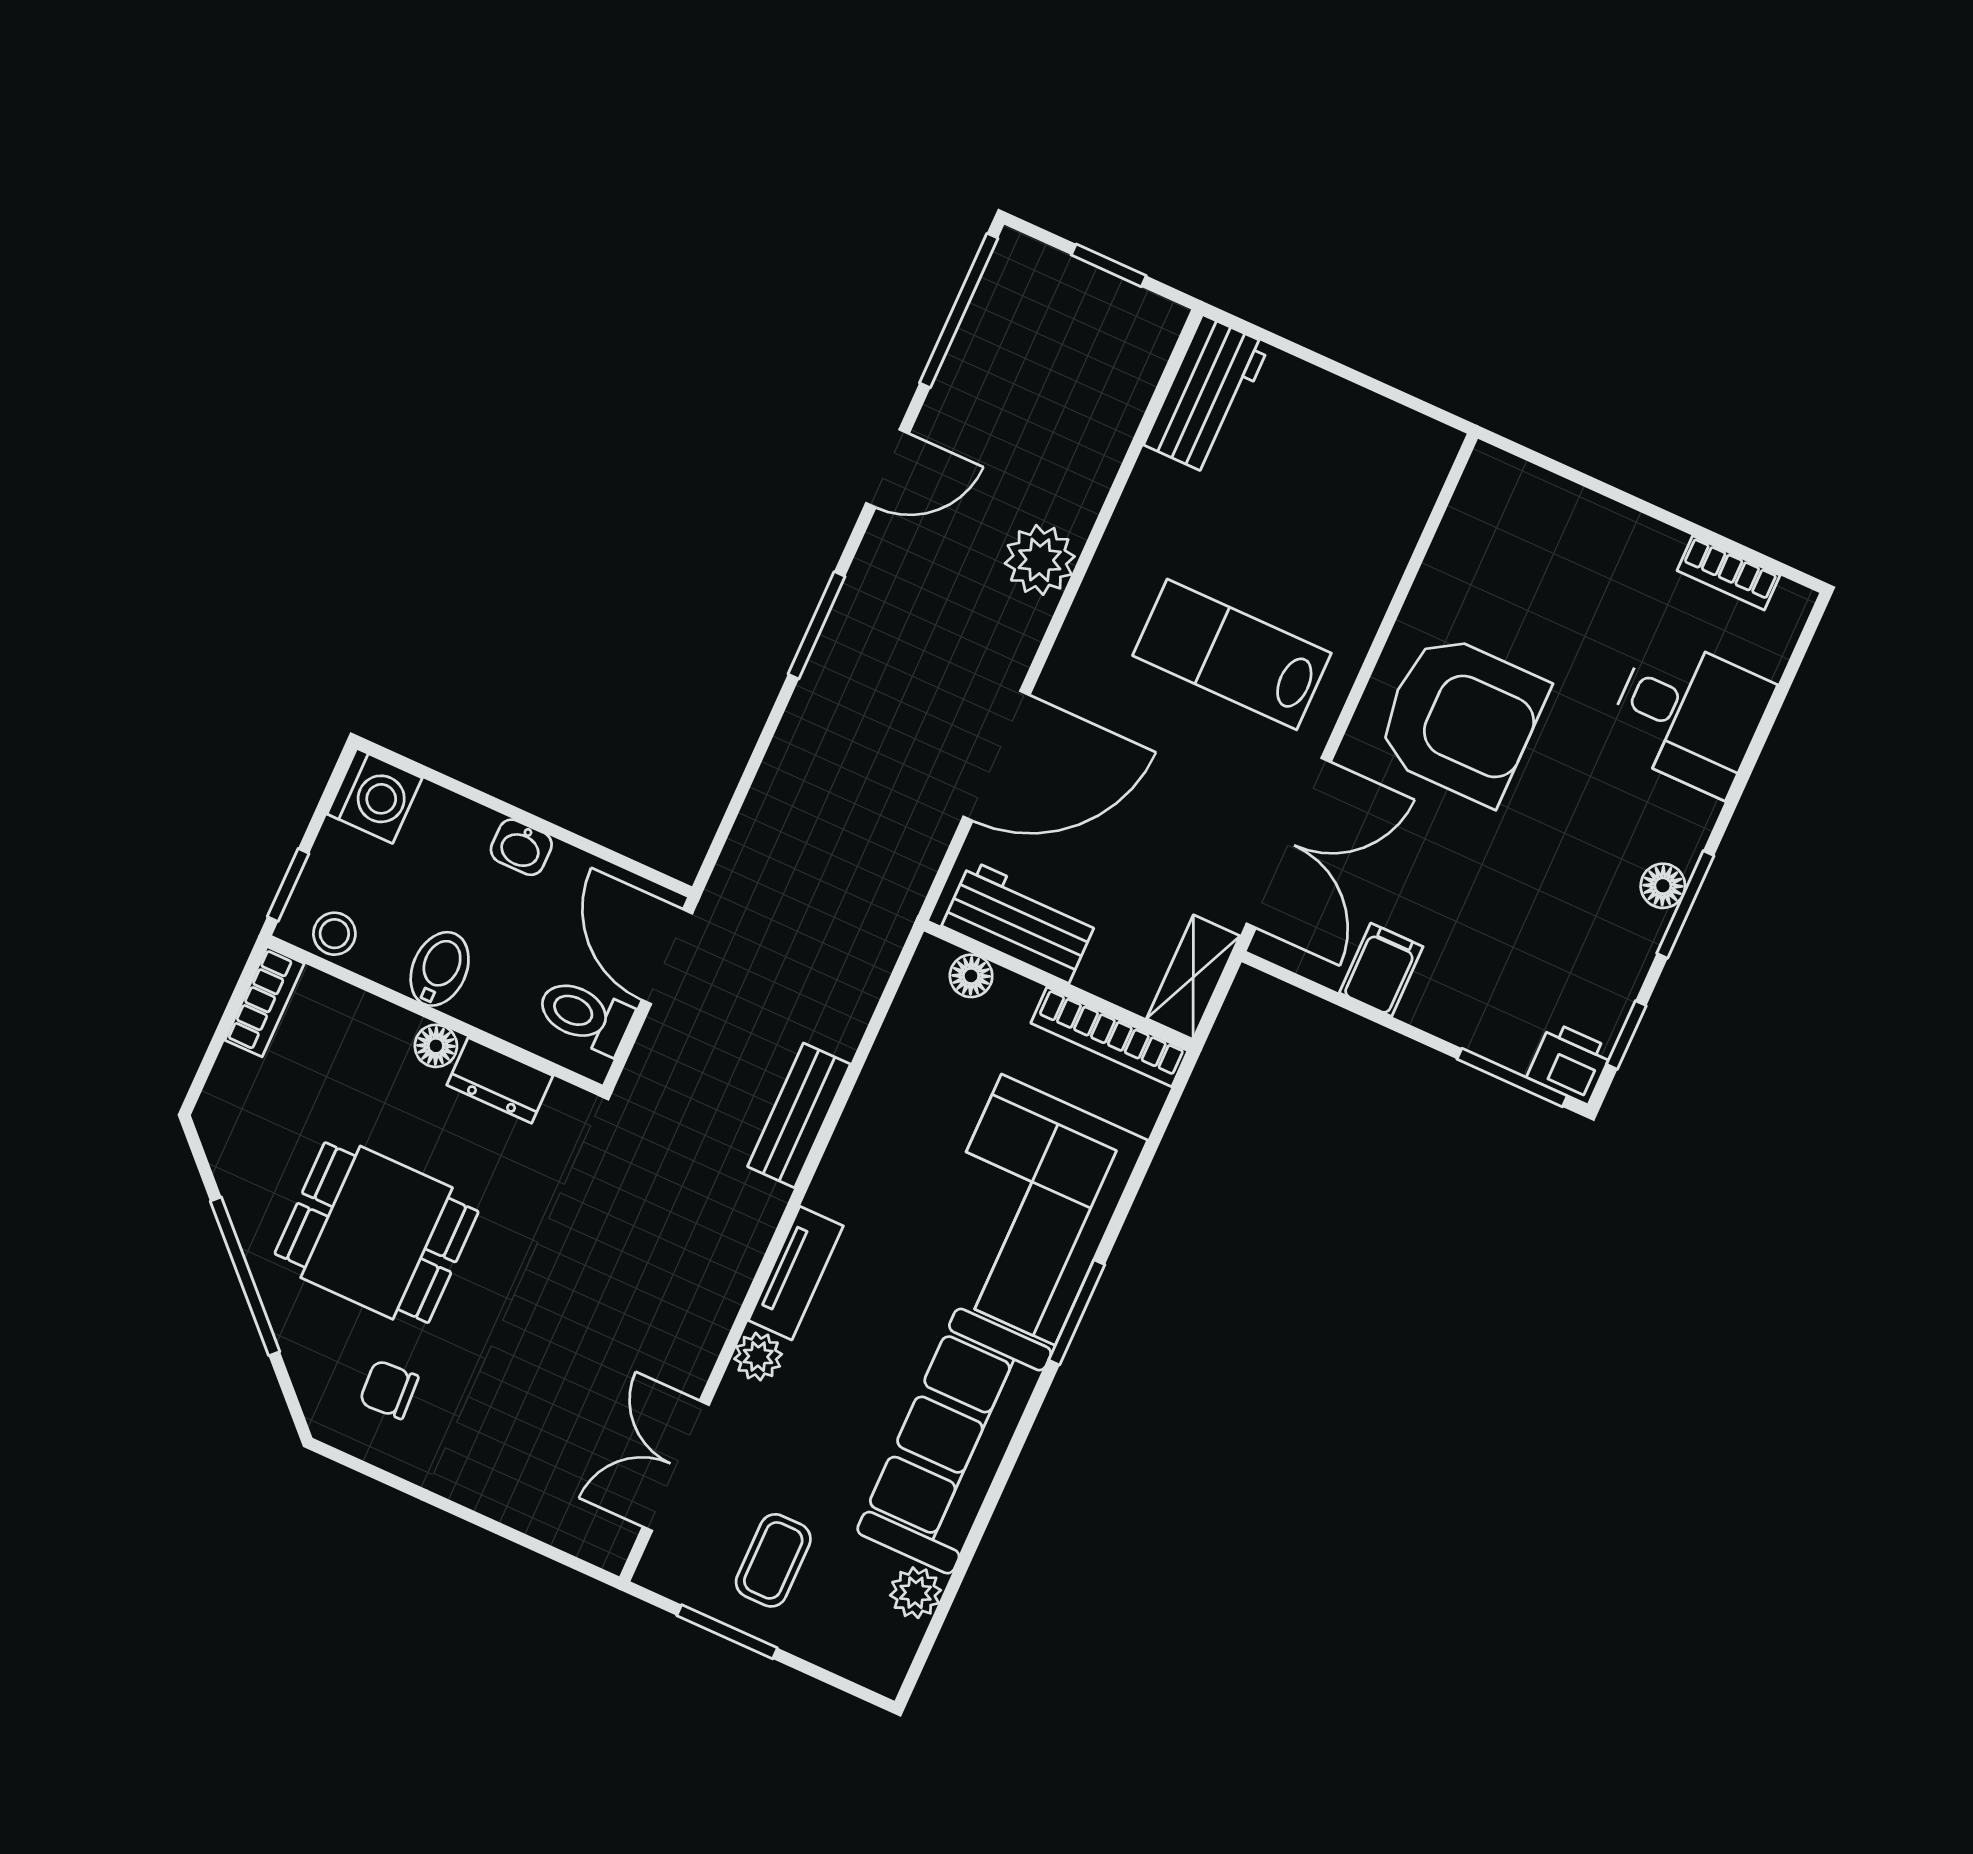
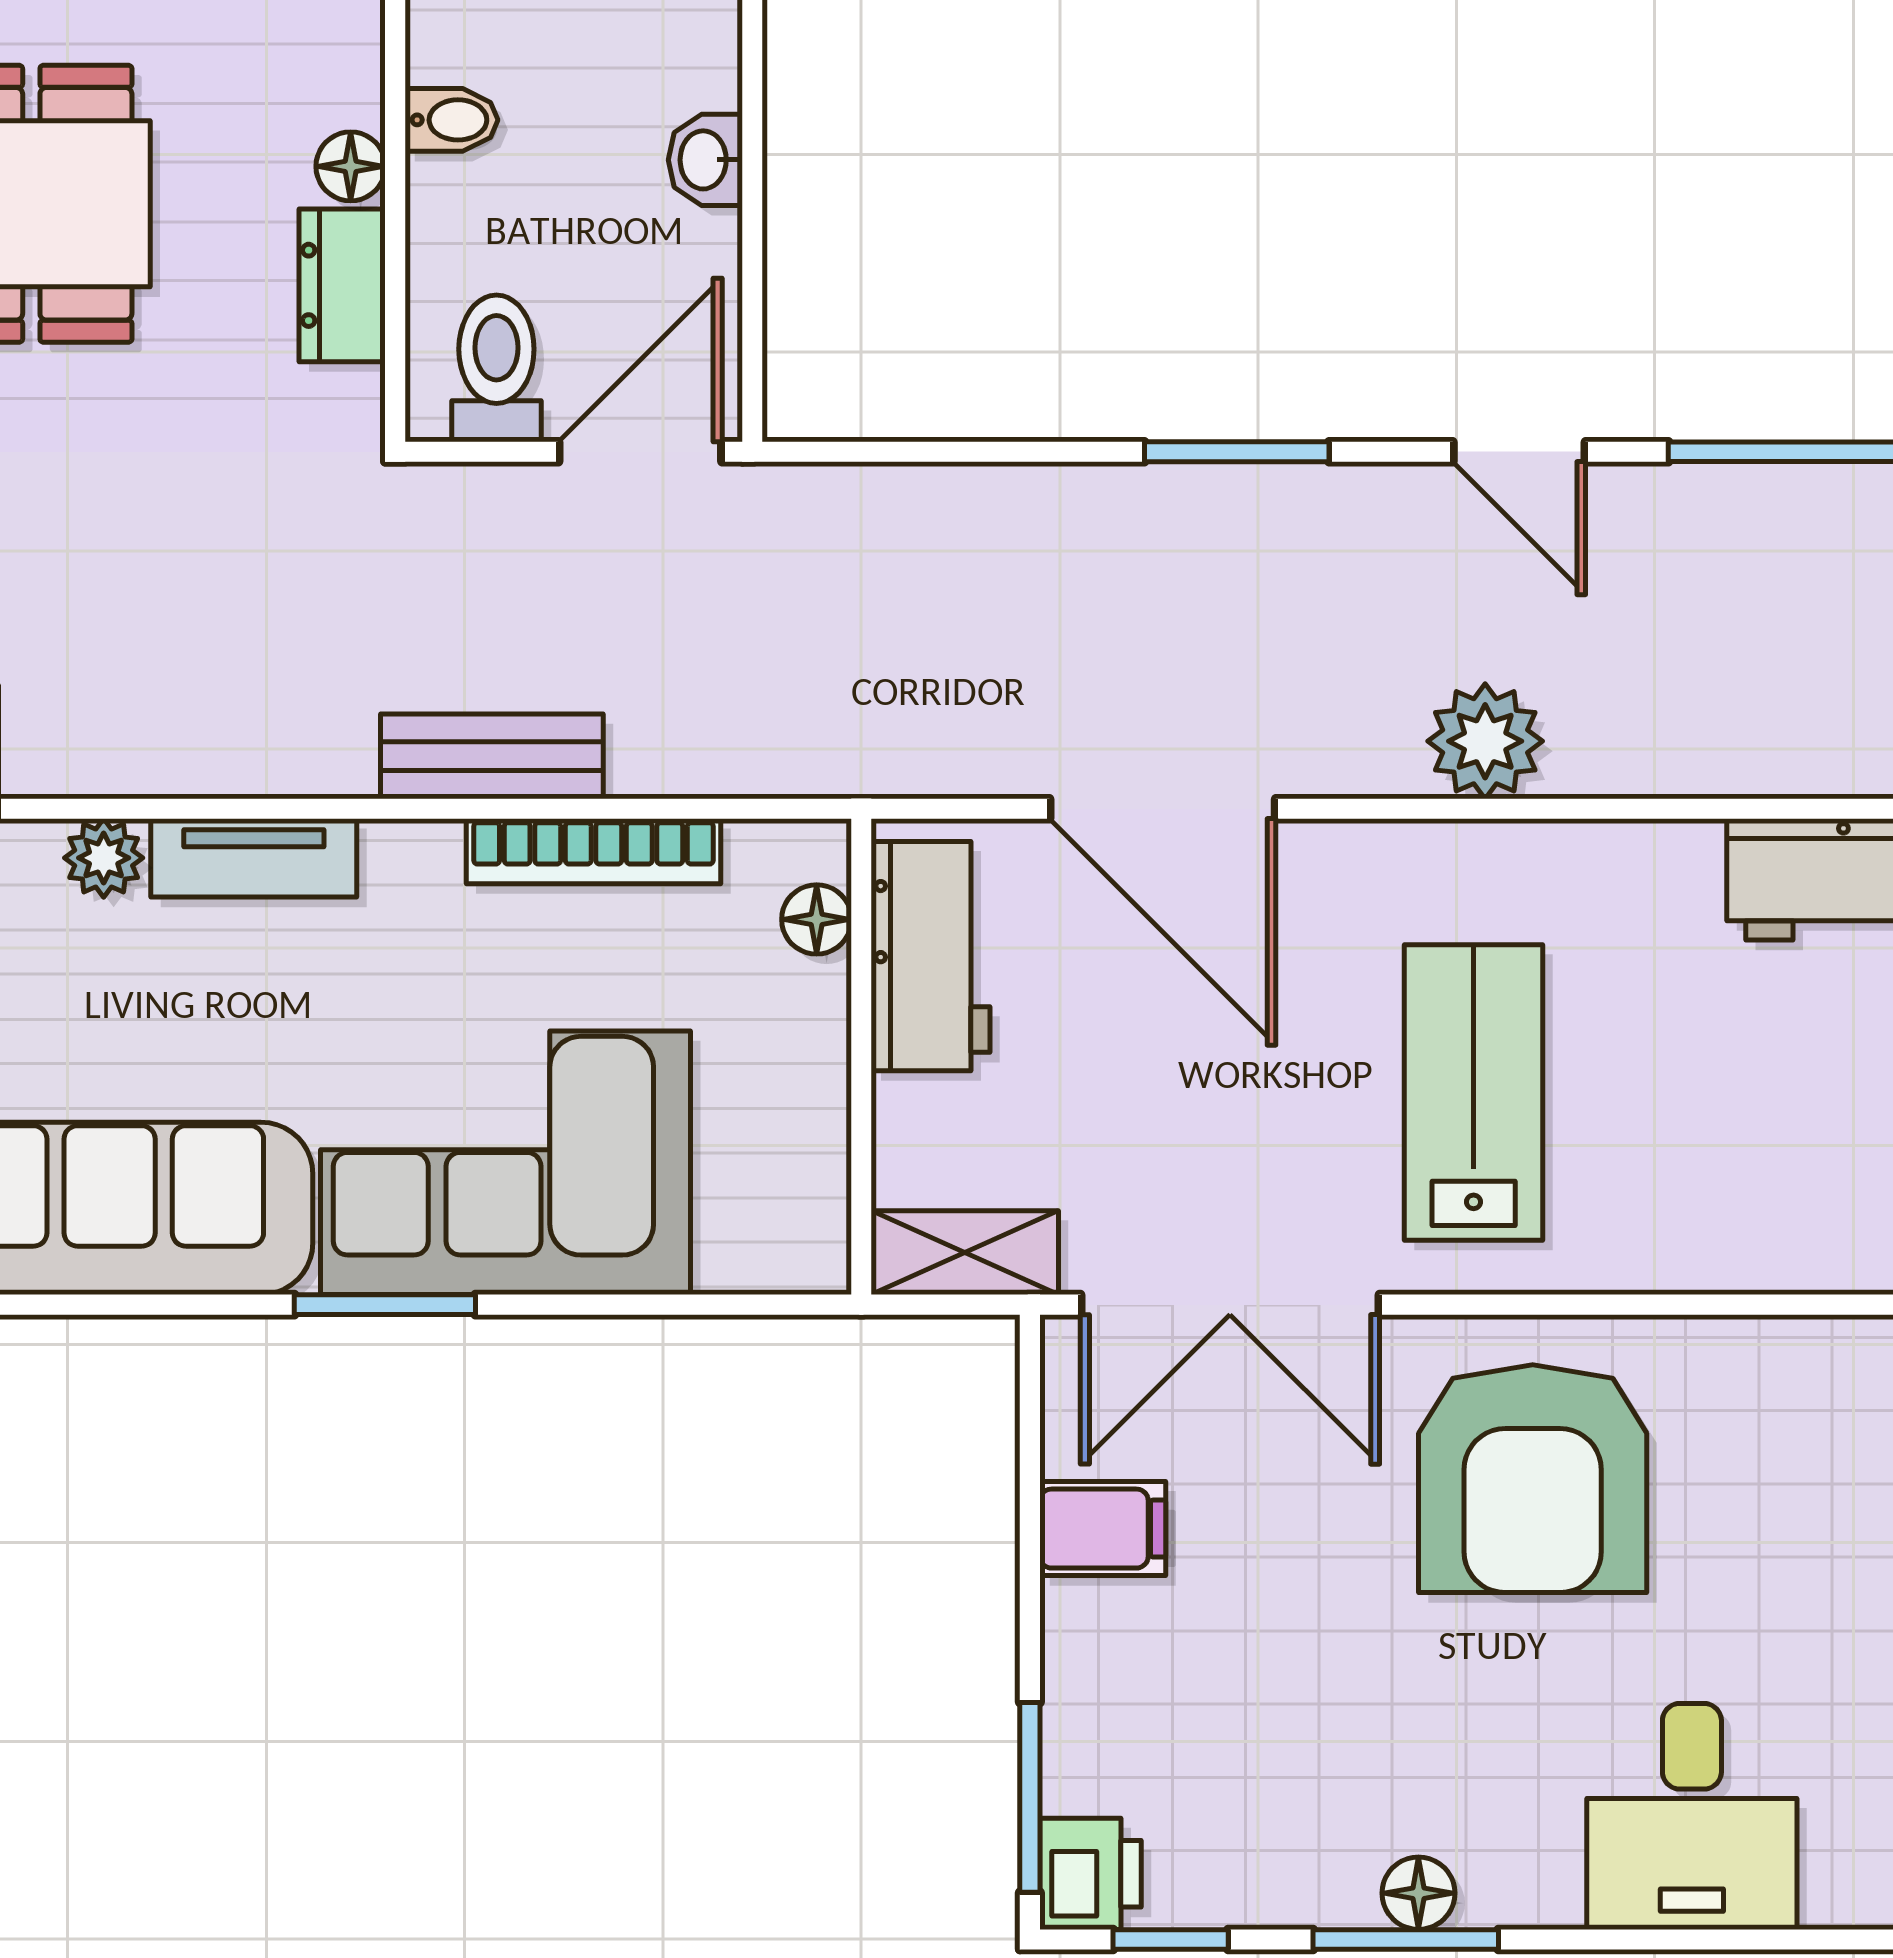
bidet: (440, 969) -> (451, 120), width x0.72, depth x0.74
bookcase: (1109, 1037) -> (593, 851), moved, turned -90

